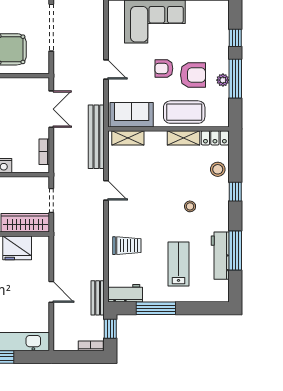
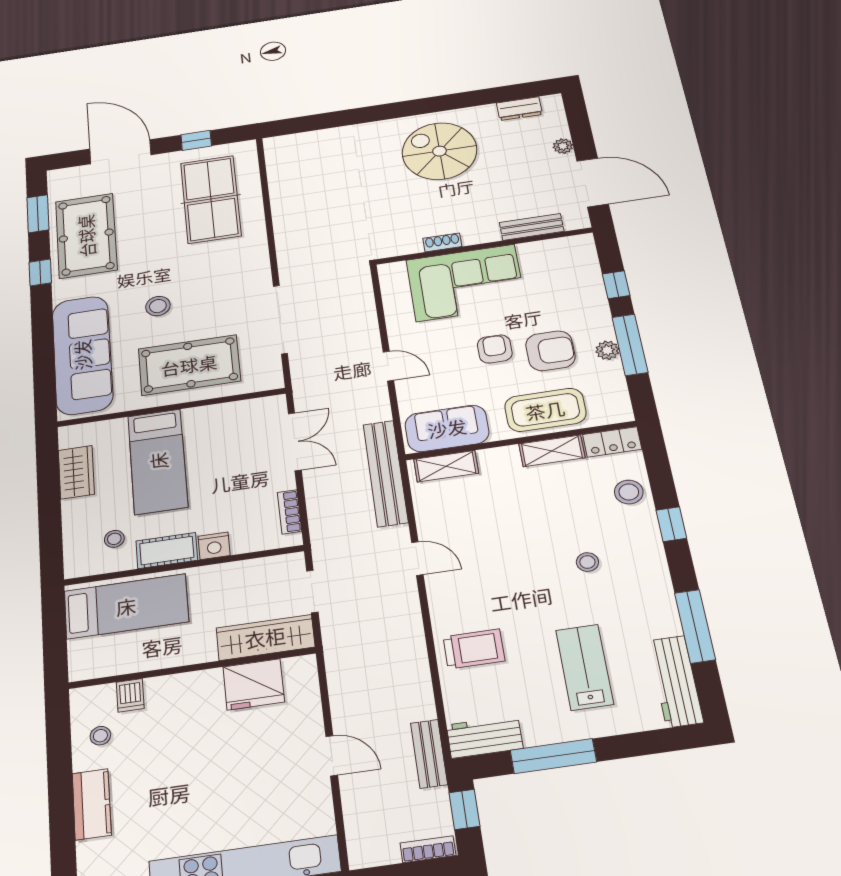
armchair: (164, 68) -> (495, 349), turned 90
workbench: (220, 256) -> (676, 681), moved

